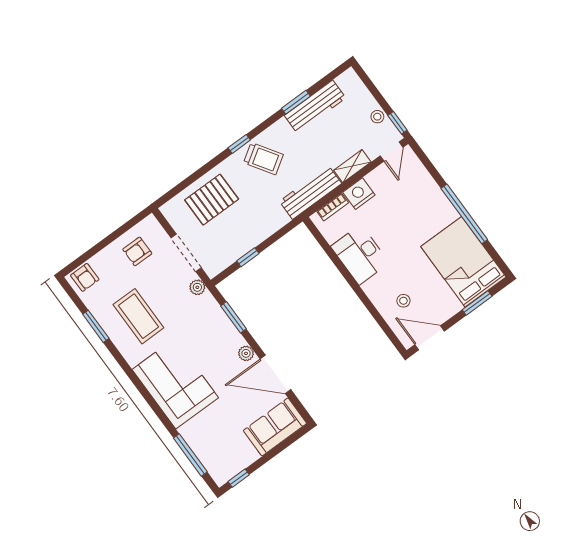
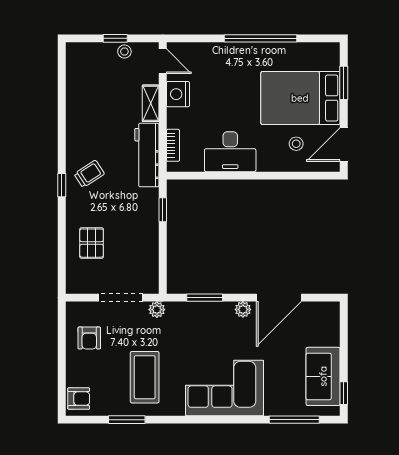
window: (296, 102) -> (62, 111), removed
workbench: (315, 107) -> (77, 98), removed
window: (397, 123) -> (115, 38), moved
trolley: (263, 159) -> (89, 174), width x0.73, depth x0.72
nightstand: (359, 194) -> (178, 94), moved
pallet: (212, 200) -> (92, 243), width x0.67, depth x0.71
window: (248, 257) -> (163, 210), moved
bed: (463, 262) -> (300, 98), moved
coffee table: (138, 316) -> (145, 377), turned 90
sofa: (275, 427) -> (323, 376), moved

